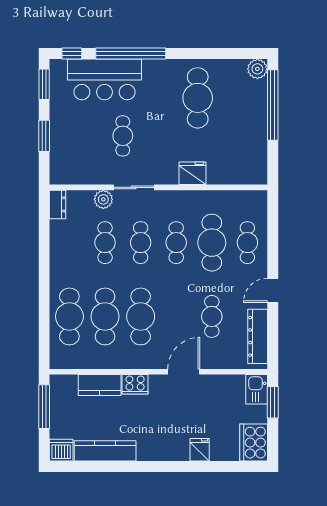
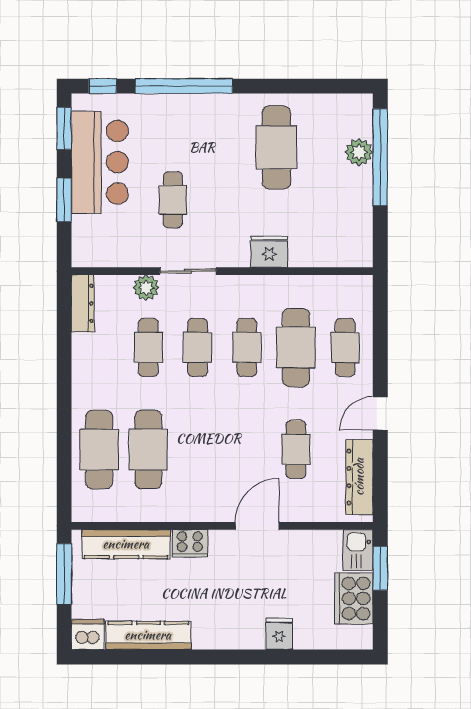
plant: (257, 69) -> (359, 152), moved
bar counter: (105, 79) -> (100, 162), moved, turned -90
dresser: (58, 204) -> (83, 303), width x1.44
cafe table: (141, 316) -> (198, 450), removed
kitchen counter: (100, 385) -> (126, 544), width x1.50
cooker: (254, 443) -> (354, 598), moved

